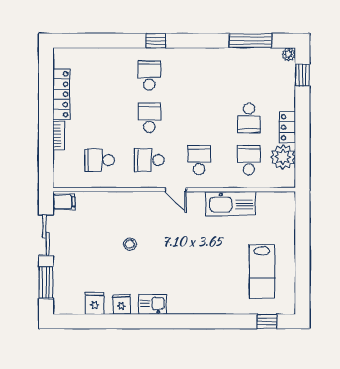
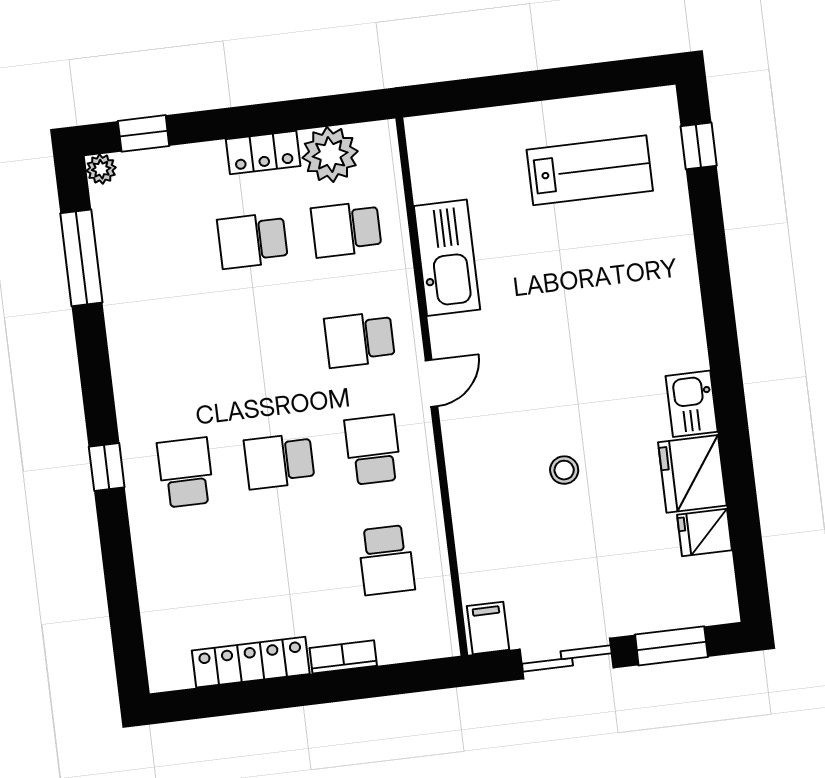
school desk: (149, 75) -> (186, 472), turned 90
school desk: (249, 118) -> (253, 241), turned 180
school desk: (149, 160) -> (373, 450), turned 180
fridge: (121, 304) -> (692, 474), width x1.88, depth x1.34

